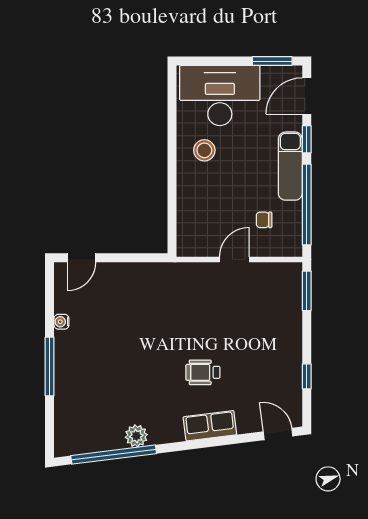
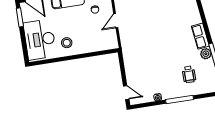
door: (234, 260) -> (116, 21), hinge flipped
wheelchair: (203, 372) -> (189, 74), moved
row of seats: (210, 426) -> (200, 36), moved

